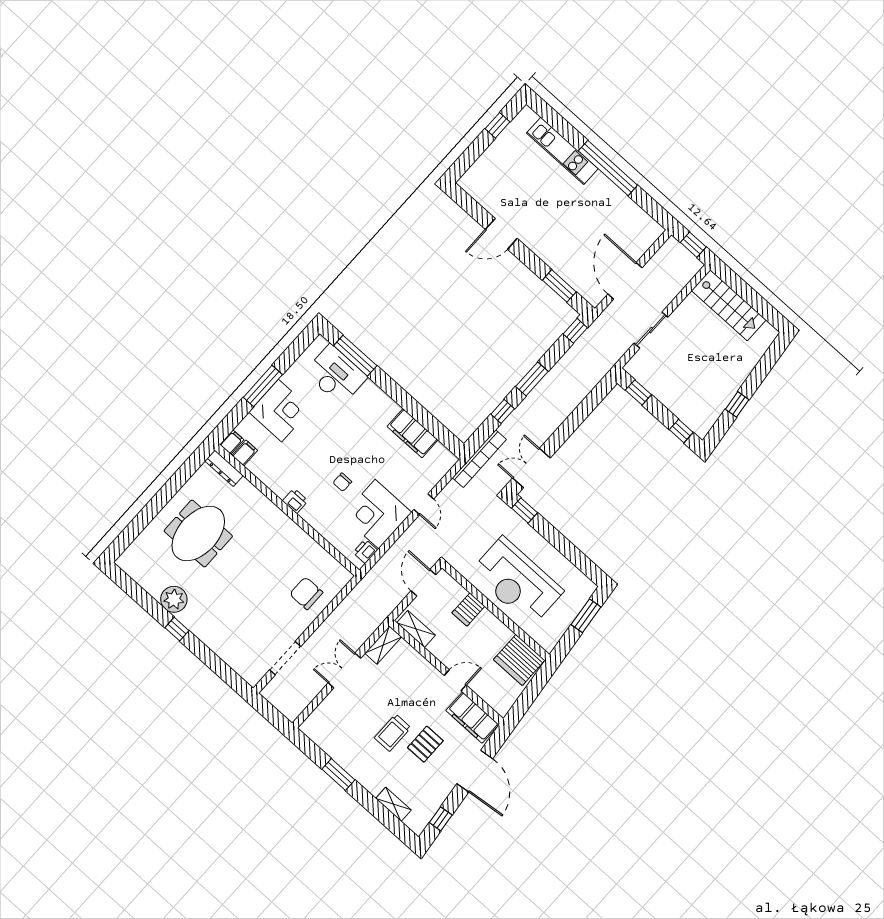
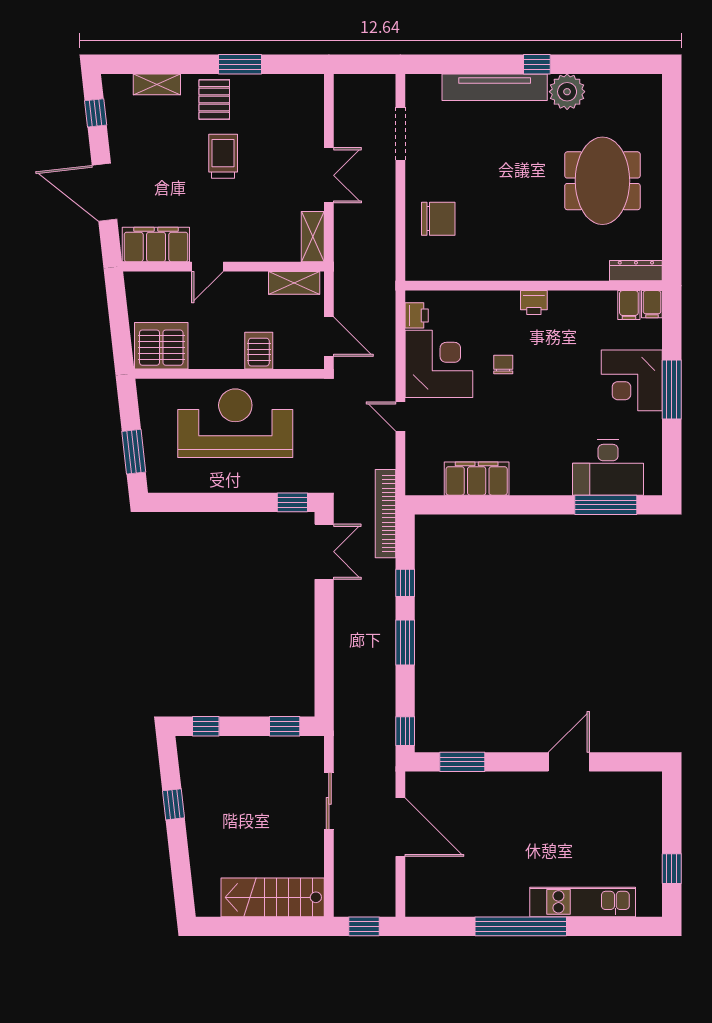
tv unit: (211, 637) -> (495, 87), added
pallet: (425, 744) -> (214, 99), moved

